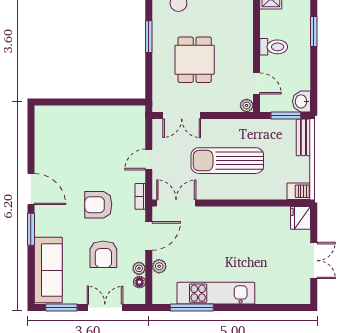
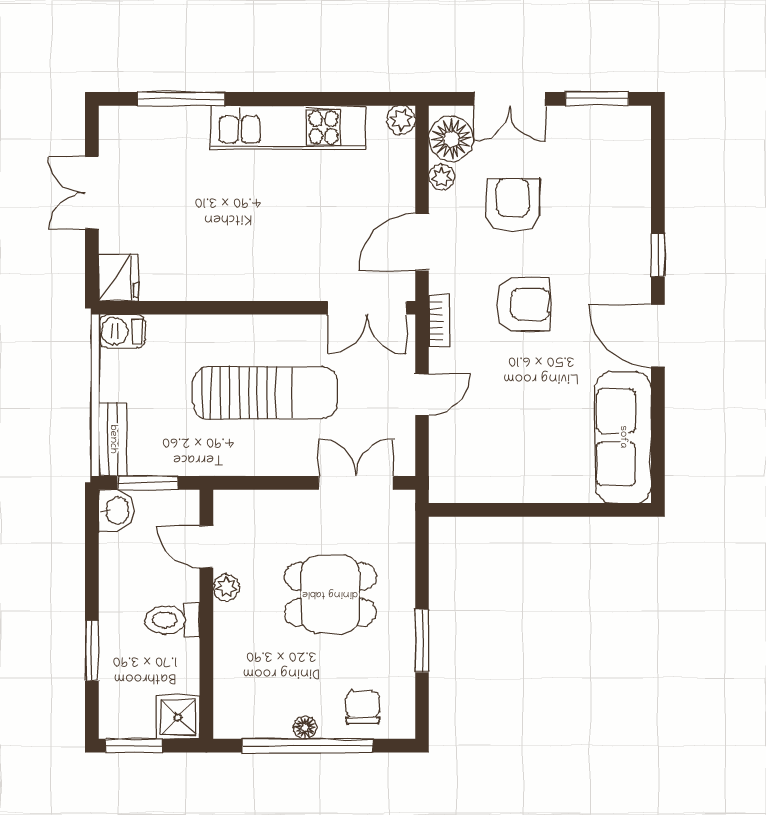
dining table: (195, 60) -> (330, 594), turned 90
plant: (247, 105) -> (226, 587), moved
window: (31, 229) -> (658, 255), width x0.67
plant: (159, 266) -> (401, 120), moved
sofa: (48, 270) -> (623, 437), moved
floor lamp: (139, 282) -> (451, 139), width x1.89, depth x1.89
window: (192, 307) -> (181, 99), moved

